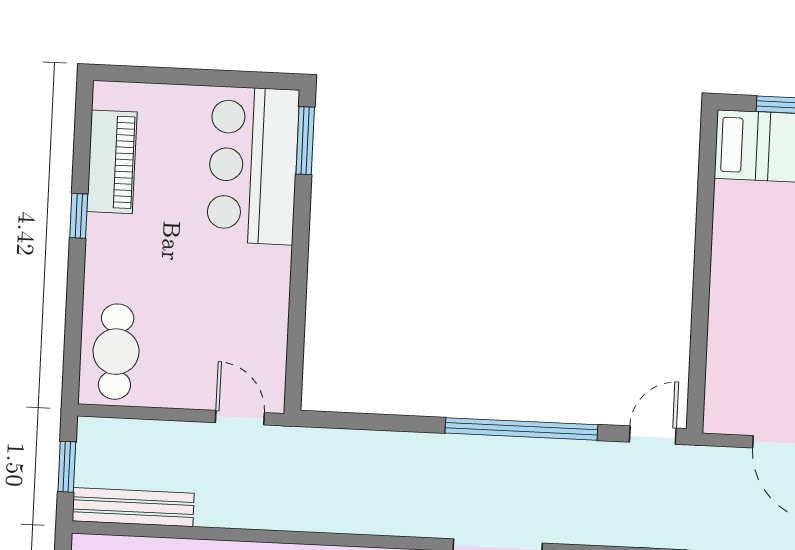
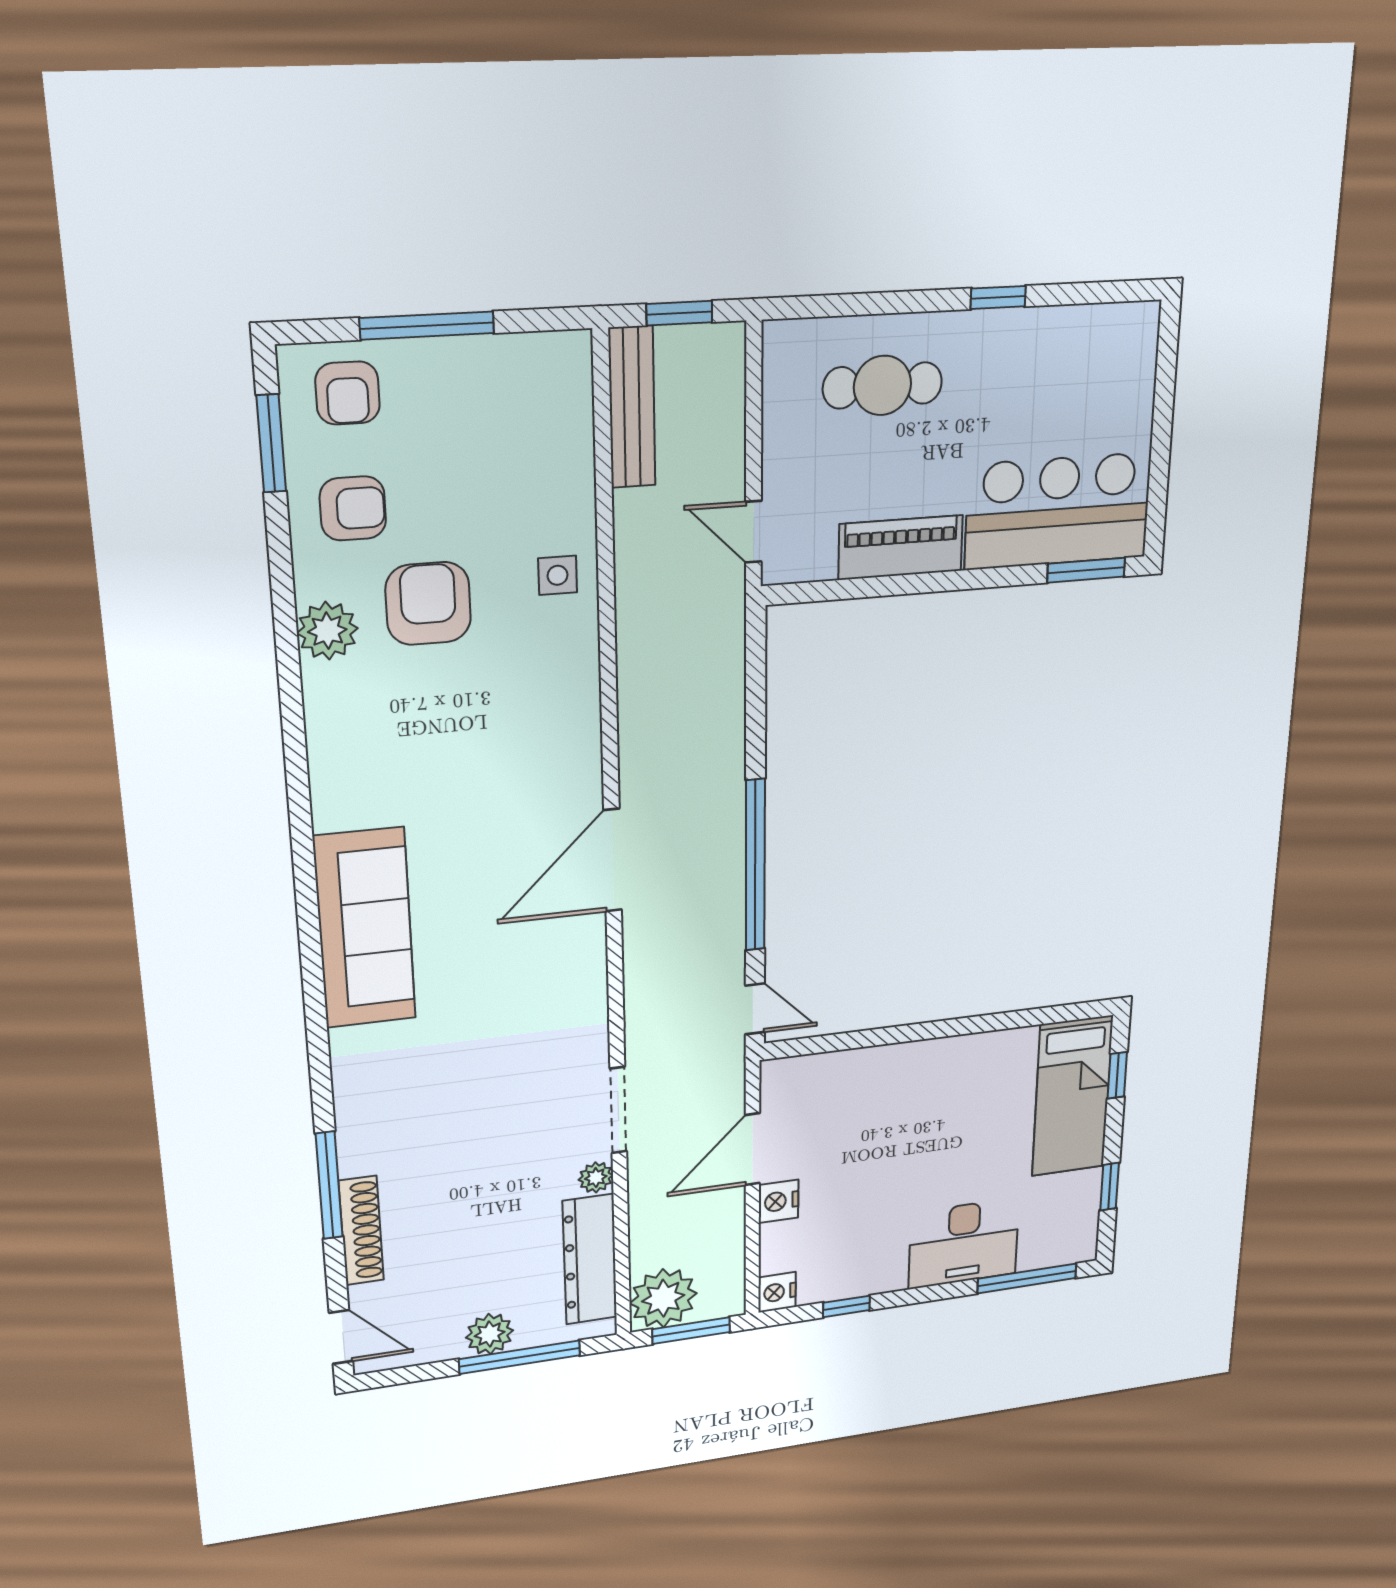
piano: (112, 162) -> (901, 548), moved, turned 180
cafe table: (116, 352) -> (882, 385), moved
door: (240, 418) -> (754, 532), swing flipped

